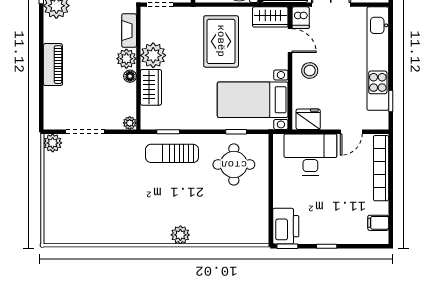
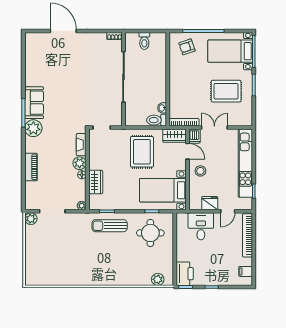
plant: (153, 55) -> (97, 161), removed
fridge: (308, 119) -> (210, 203), moved
desk: (310, 154) -> (201, 226), width x0.73
plant: (180, 235) -> (158, 279), moved

